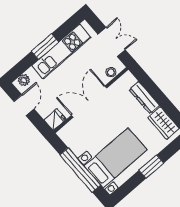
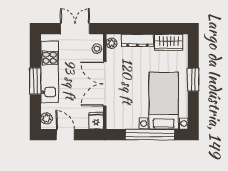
plant: (125, 80) -> (112, 43), added

